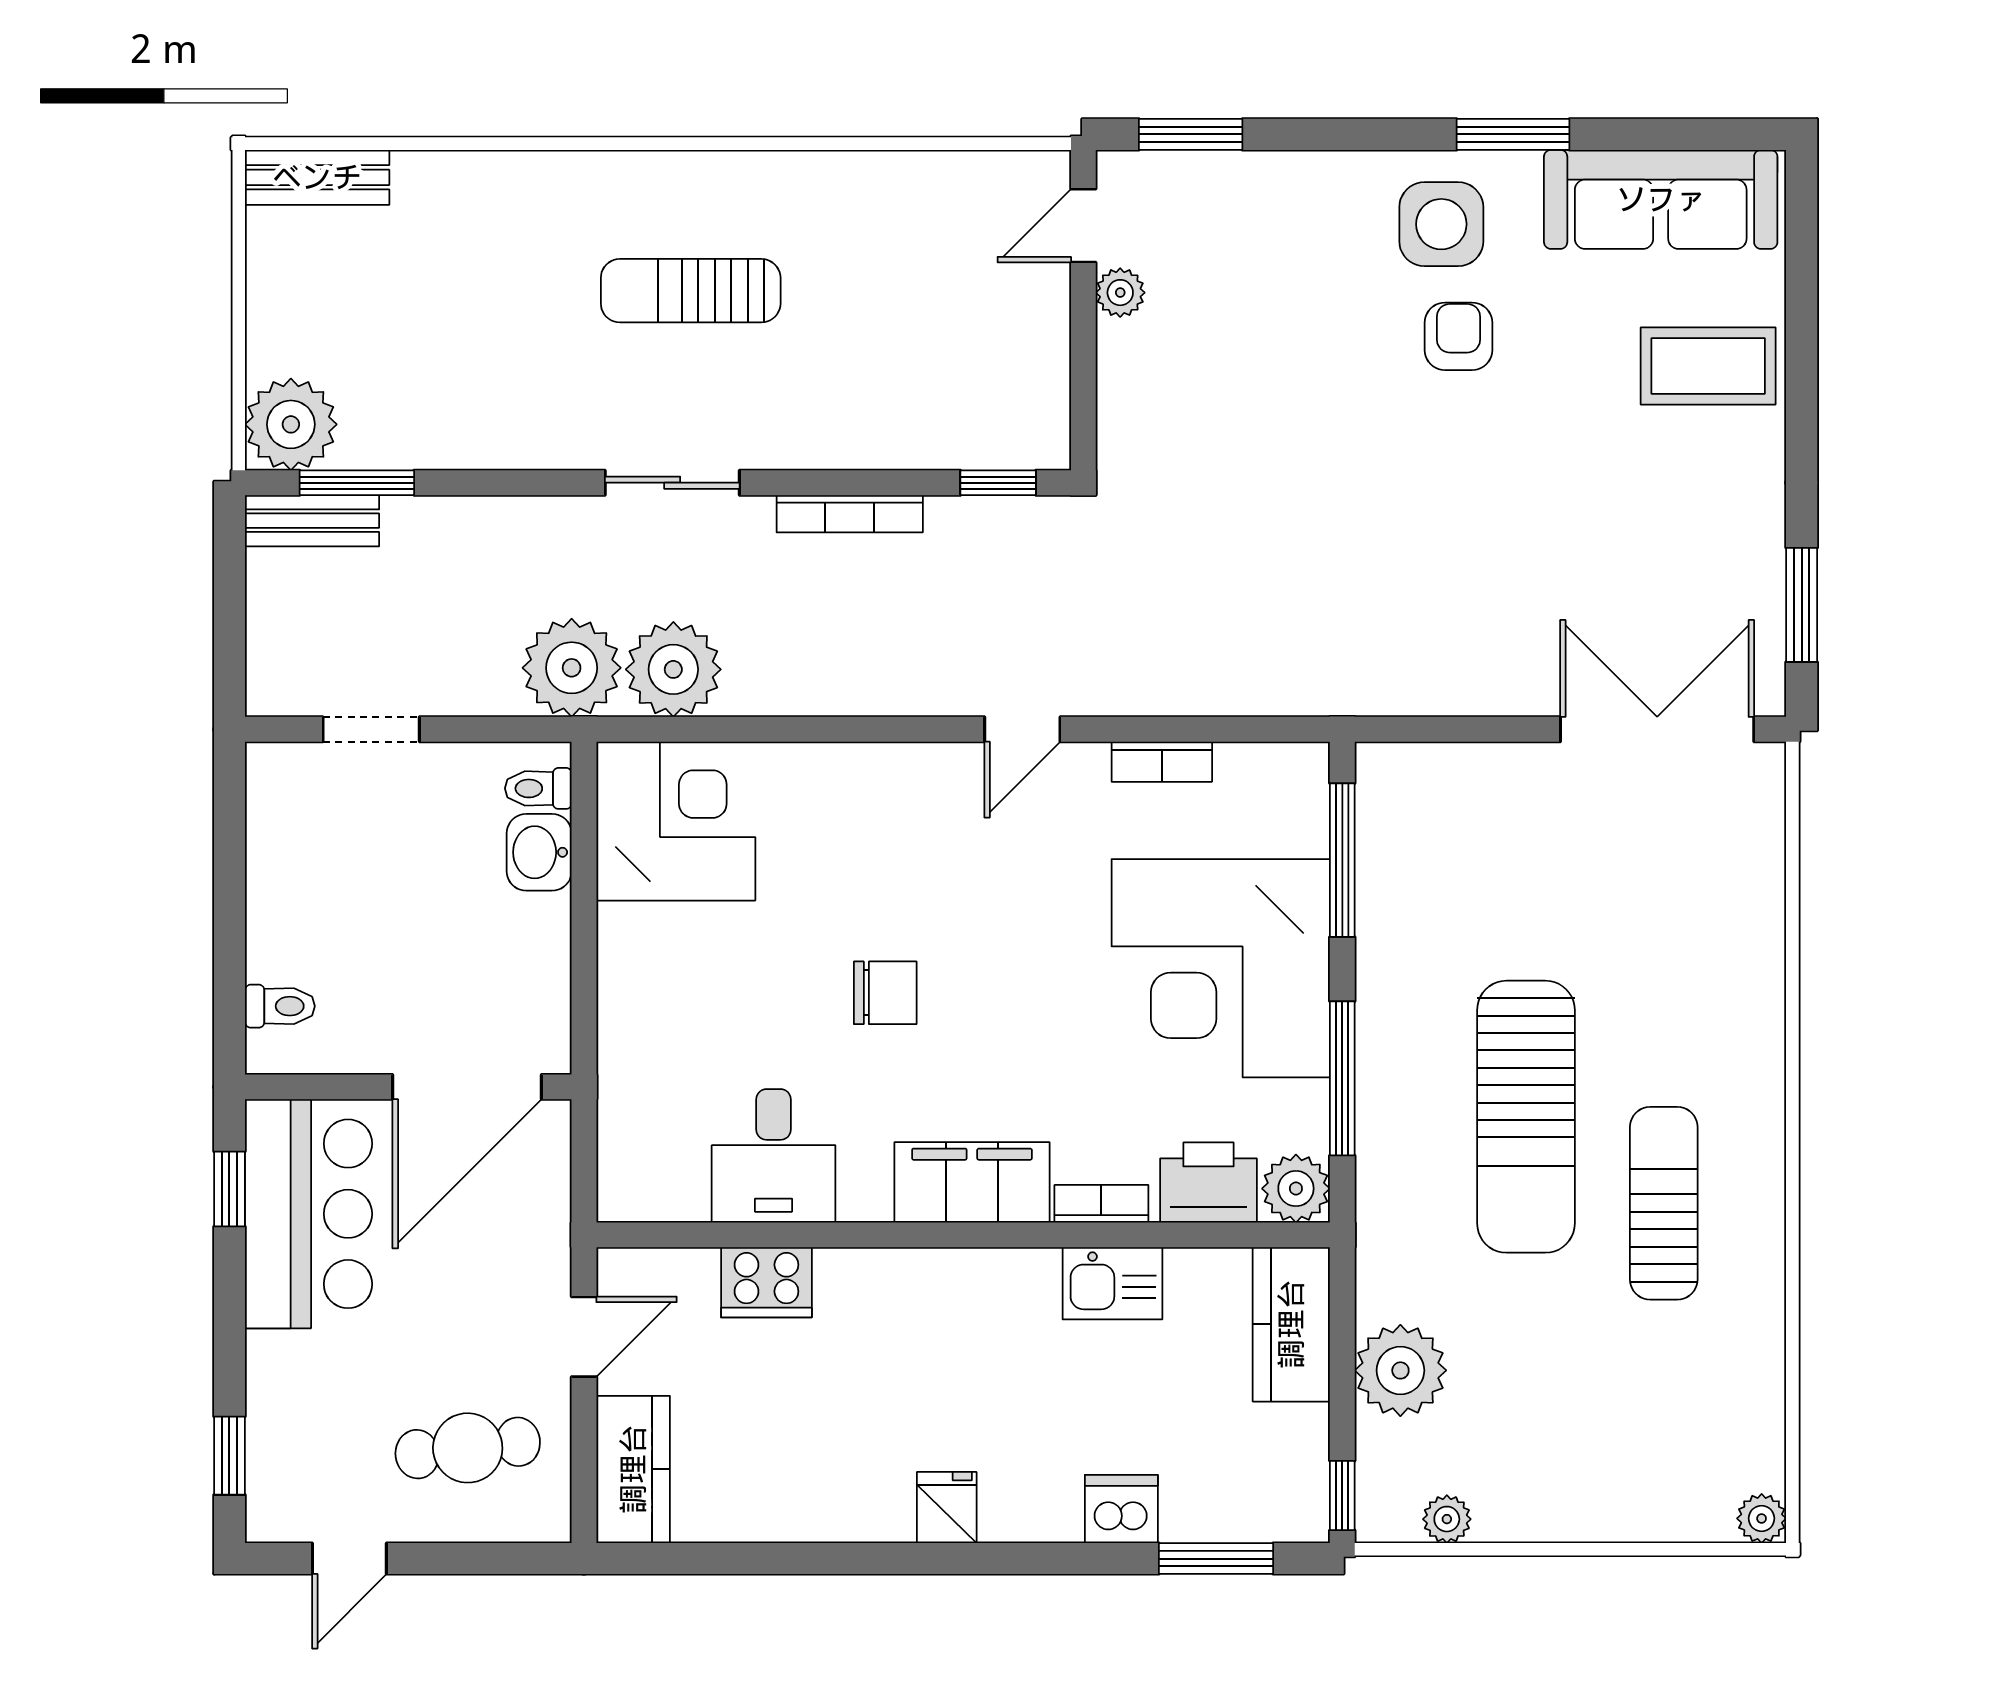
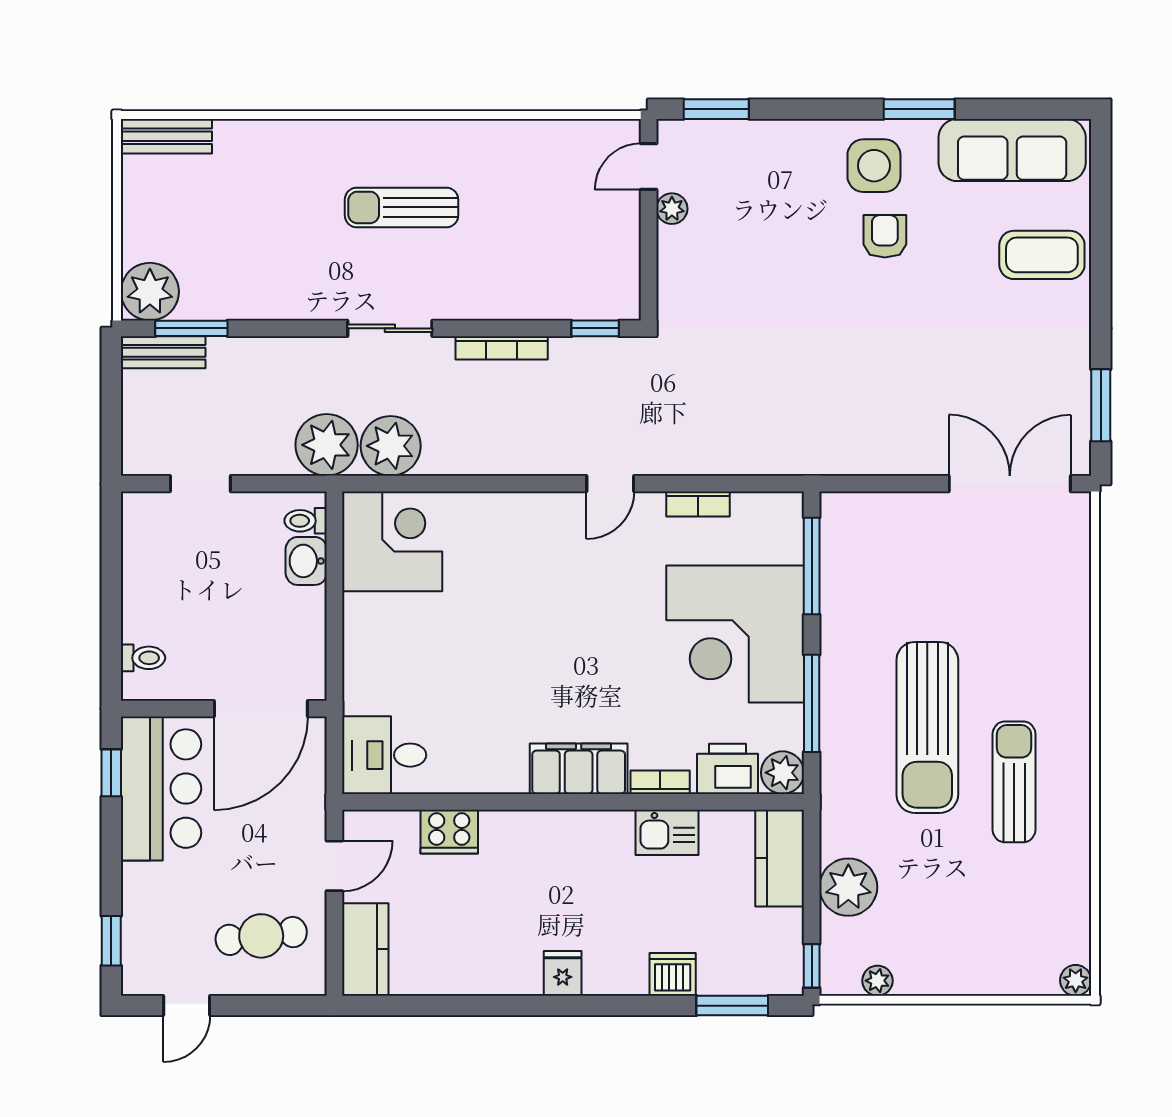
chair: (885, 993) -> (524, 649), removed
desk: (774, 1156) -> (384, 755), moved, turned 90

